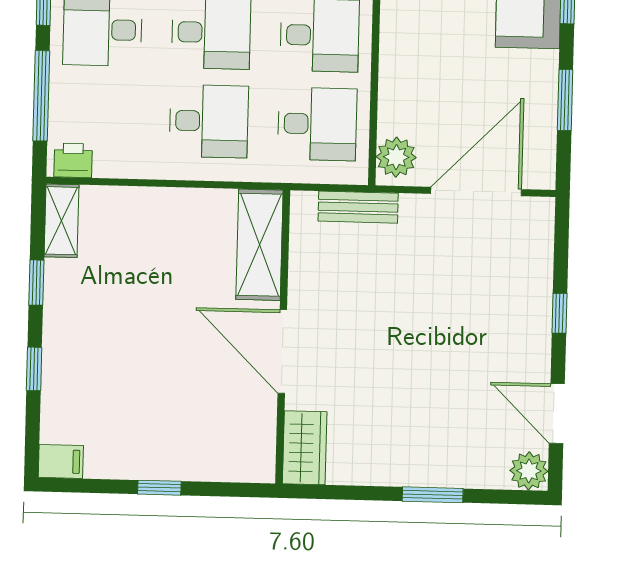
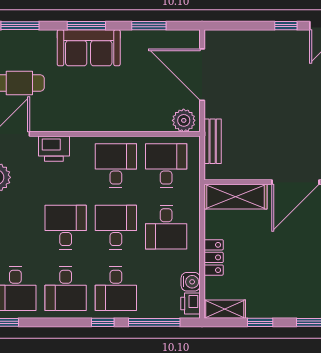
desk: (209, 121) -> (166, 227), turned 180
water cooler: (111, 162) -> (191, 282), added
locker: (153, 203) -> (214, 257), added
window: (559, 313) -> (286, 26), moved

